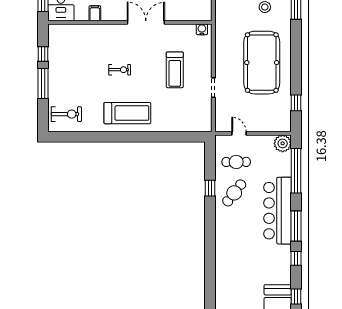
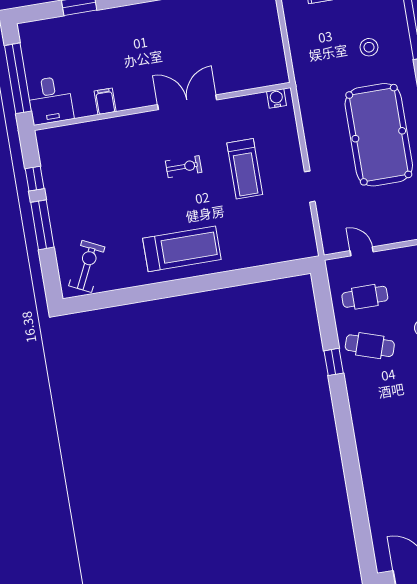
exercise bike: (120, 70) -> (184, 167), moved
exercise bike: (66, 114) -> (87, 266), turned -64
window: (210, 188) -> (334, 362), moved
cafe table: (234, 193) -> (370, 346), turned 70

